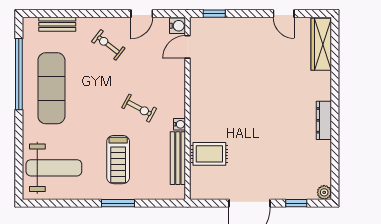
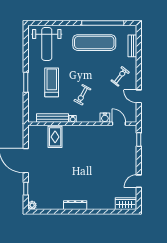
water cooler: (177, 26) -> (105, 118), moved
wardrobe: (321, 44) -> (126, 204), width x0.67
treadmill: (118, 160) -> (52, 82), turned 90

